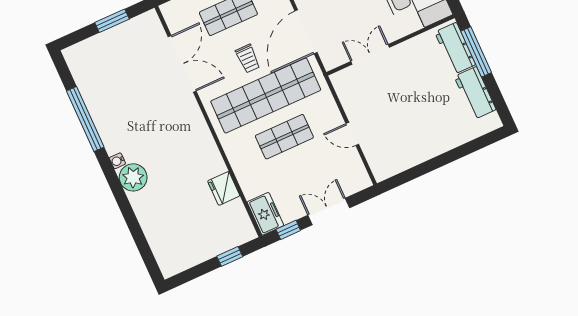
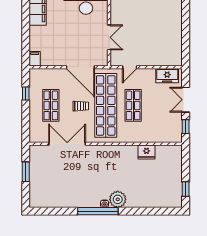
double door: (370, 54) -> (109, 37), swing flipped
window: (85, 119) -> (98, 211), moved
door: (352, 134) -> (130, 67), moved
freezer: (265, 214) -> (167, 76), moved, turned 180
window: (230, 256) -> (186, 189), moved

